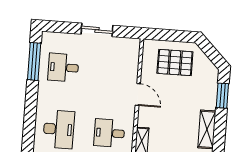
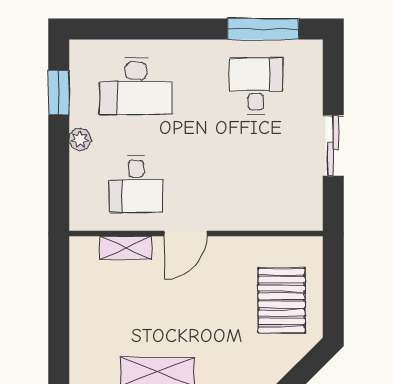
door: (138, 95) -> (185, 234), moved
desk: (109, 133) -> (136, 184), turned 180

